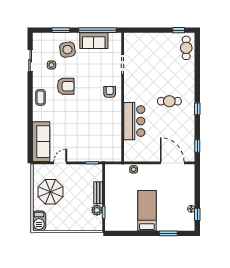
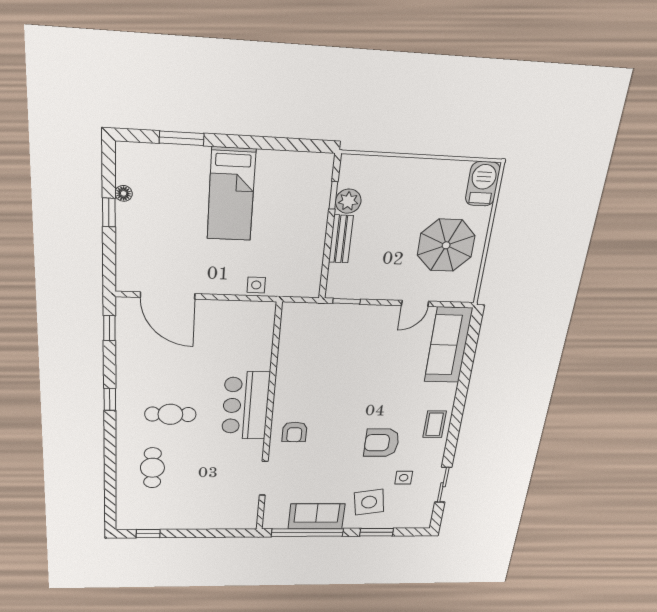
cafe table: (186, 48) -> (152, 468), moved
bar counter: (134, 121) -> (246, 406), moved
window: (197, 214) -> (109, 212), moved

